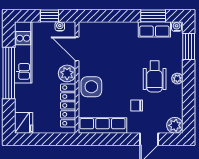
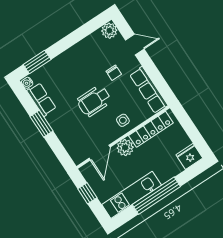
window: (153, 16) -> (41, 124), moved
water cooler: (60, 26) -> (90, 179), removed
wheelchair: (155, 77) -> (94, 101), moved, turned 180
plant: (177, 79) -> (69, 54), removed
side table: (91, 87) -> (123, 120), width x0.54, depth x0.54

